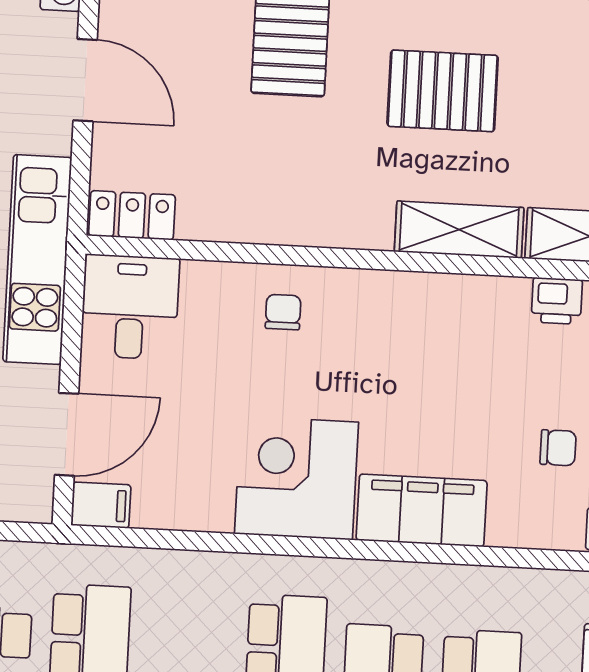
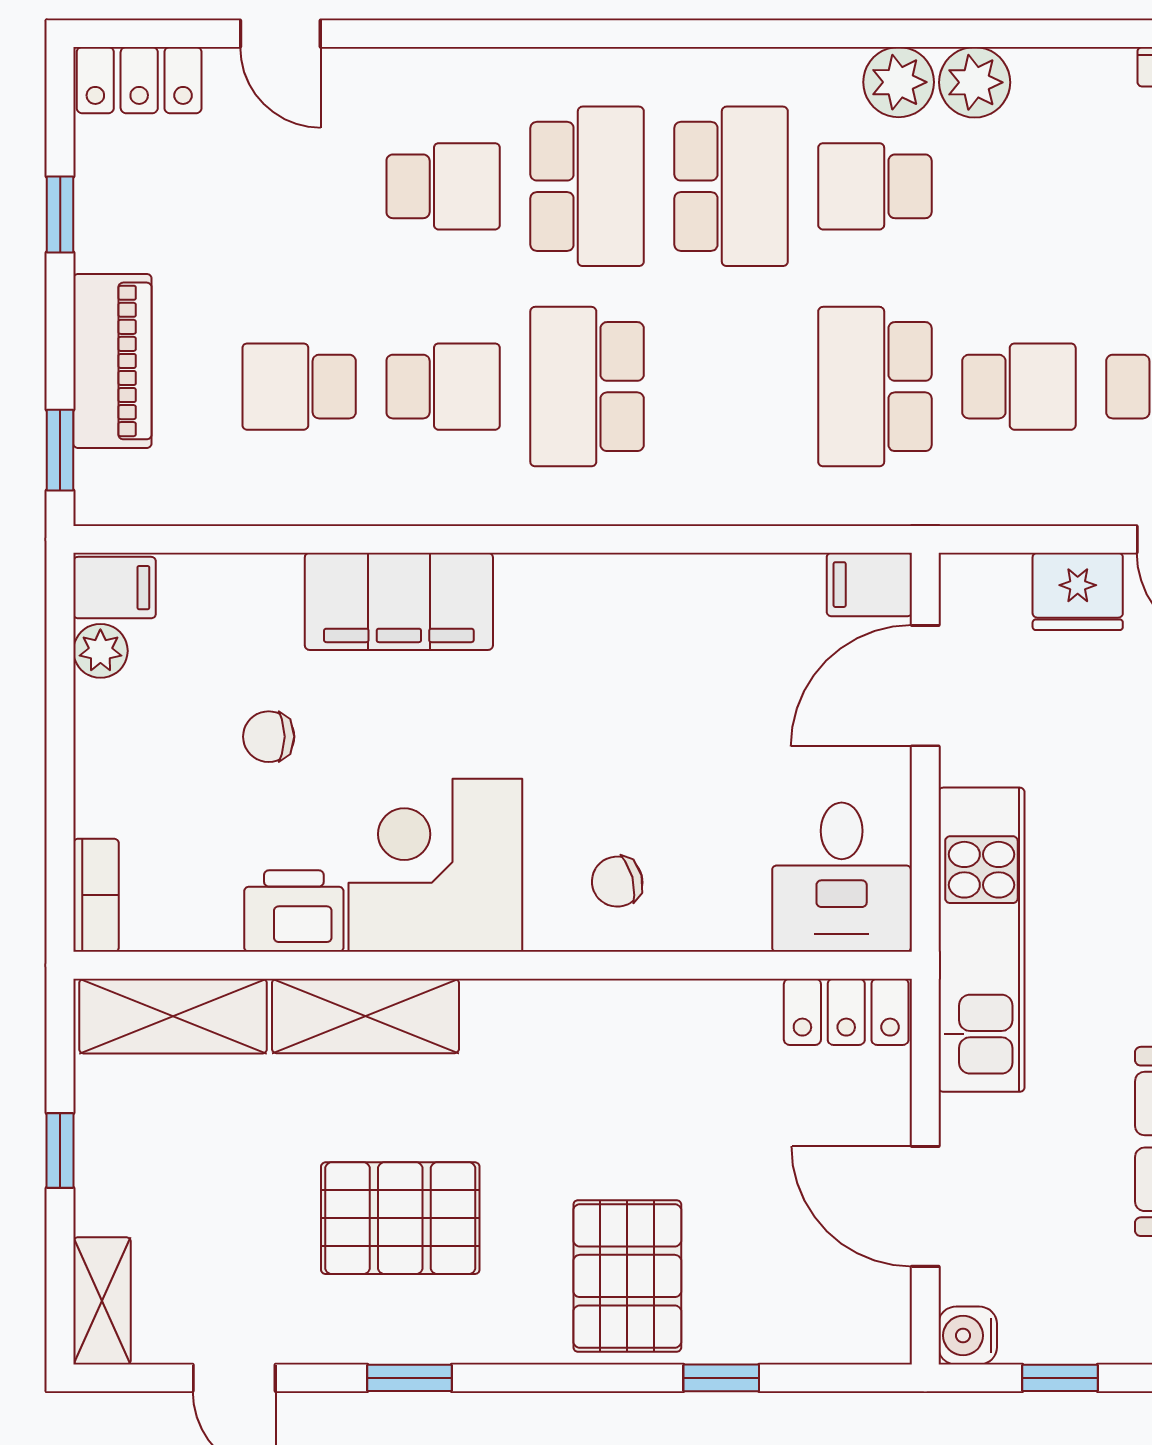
printer: (557, 301) -> (294, 911), moved, width x1.36, depth x1.24
chair: (283, 312) -> (617, 882), turned 75
chair: (558, 448) -> (269, 737), moved
corner desk: (297, 478) -> (435, 865), moved, turned 180

